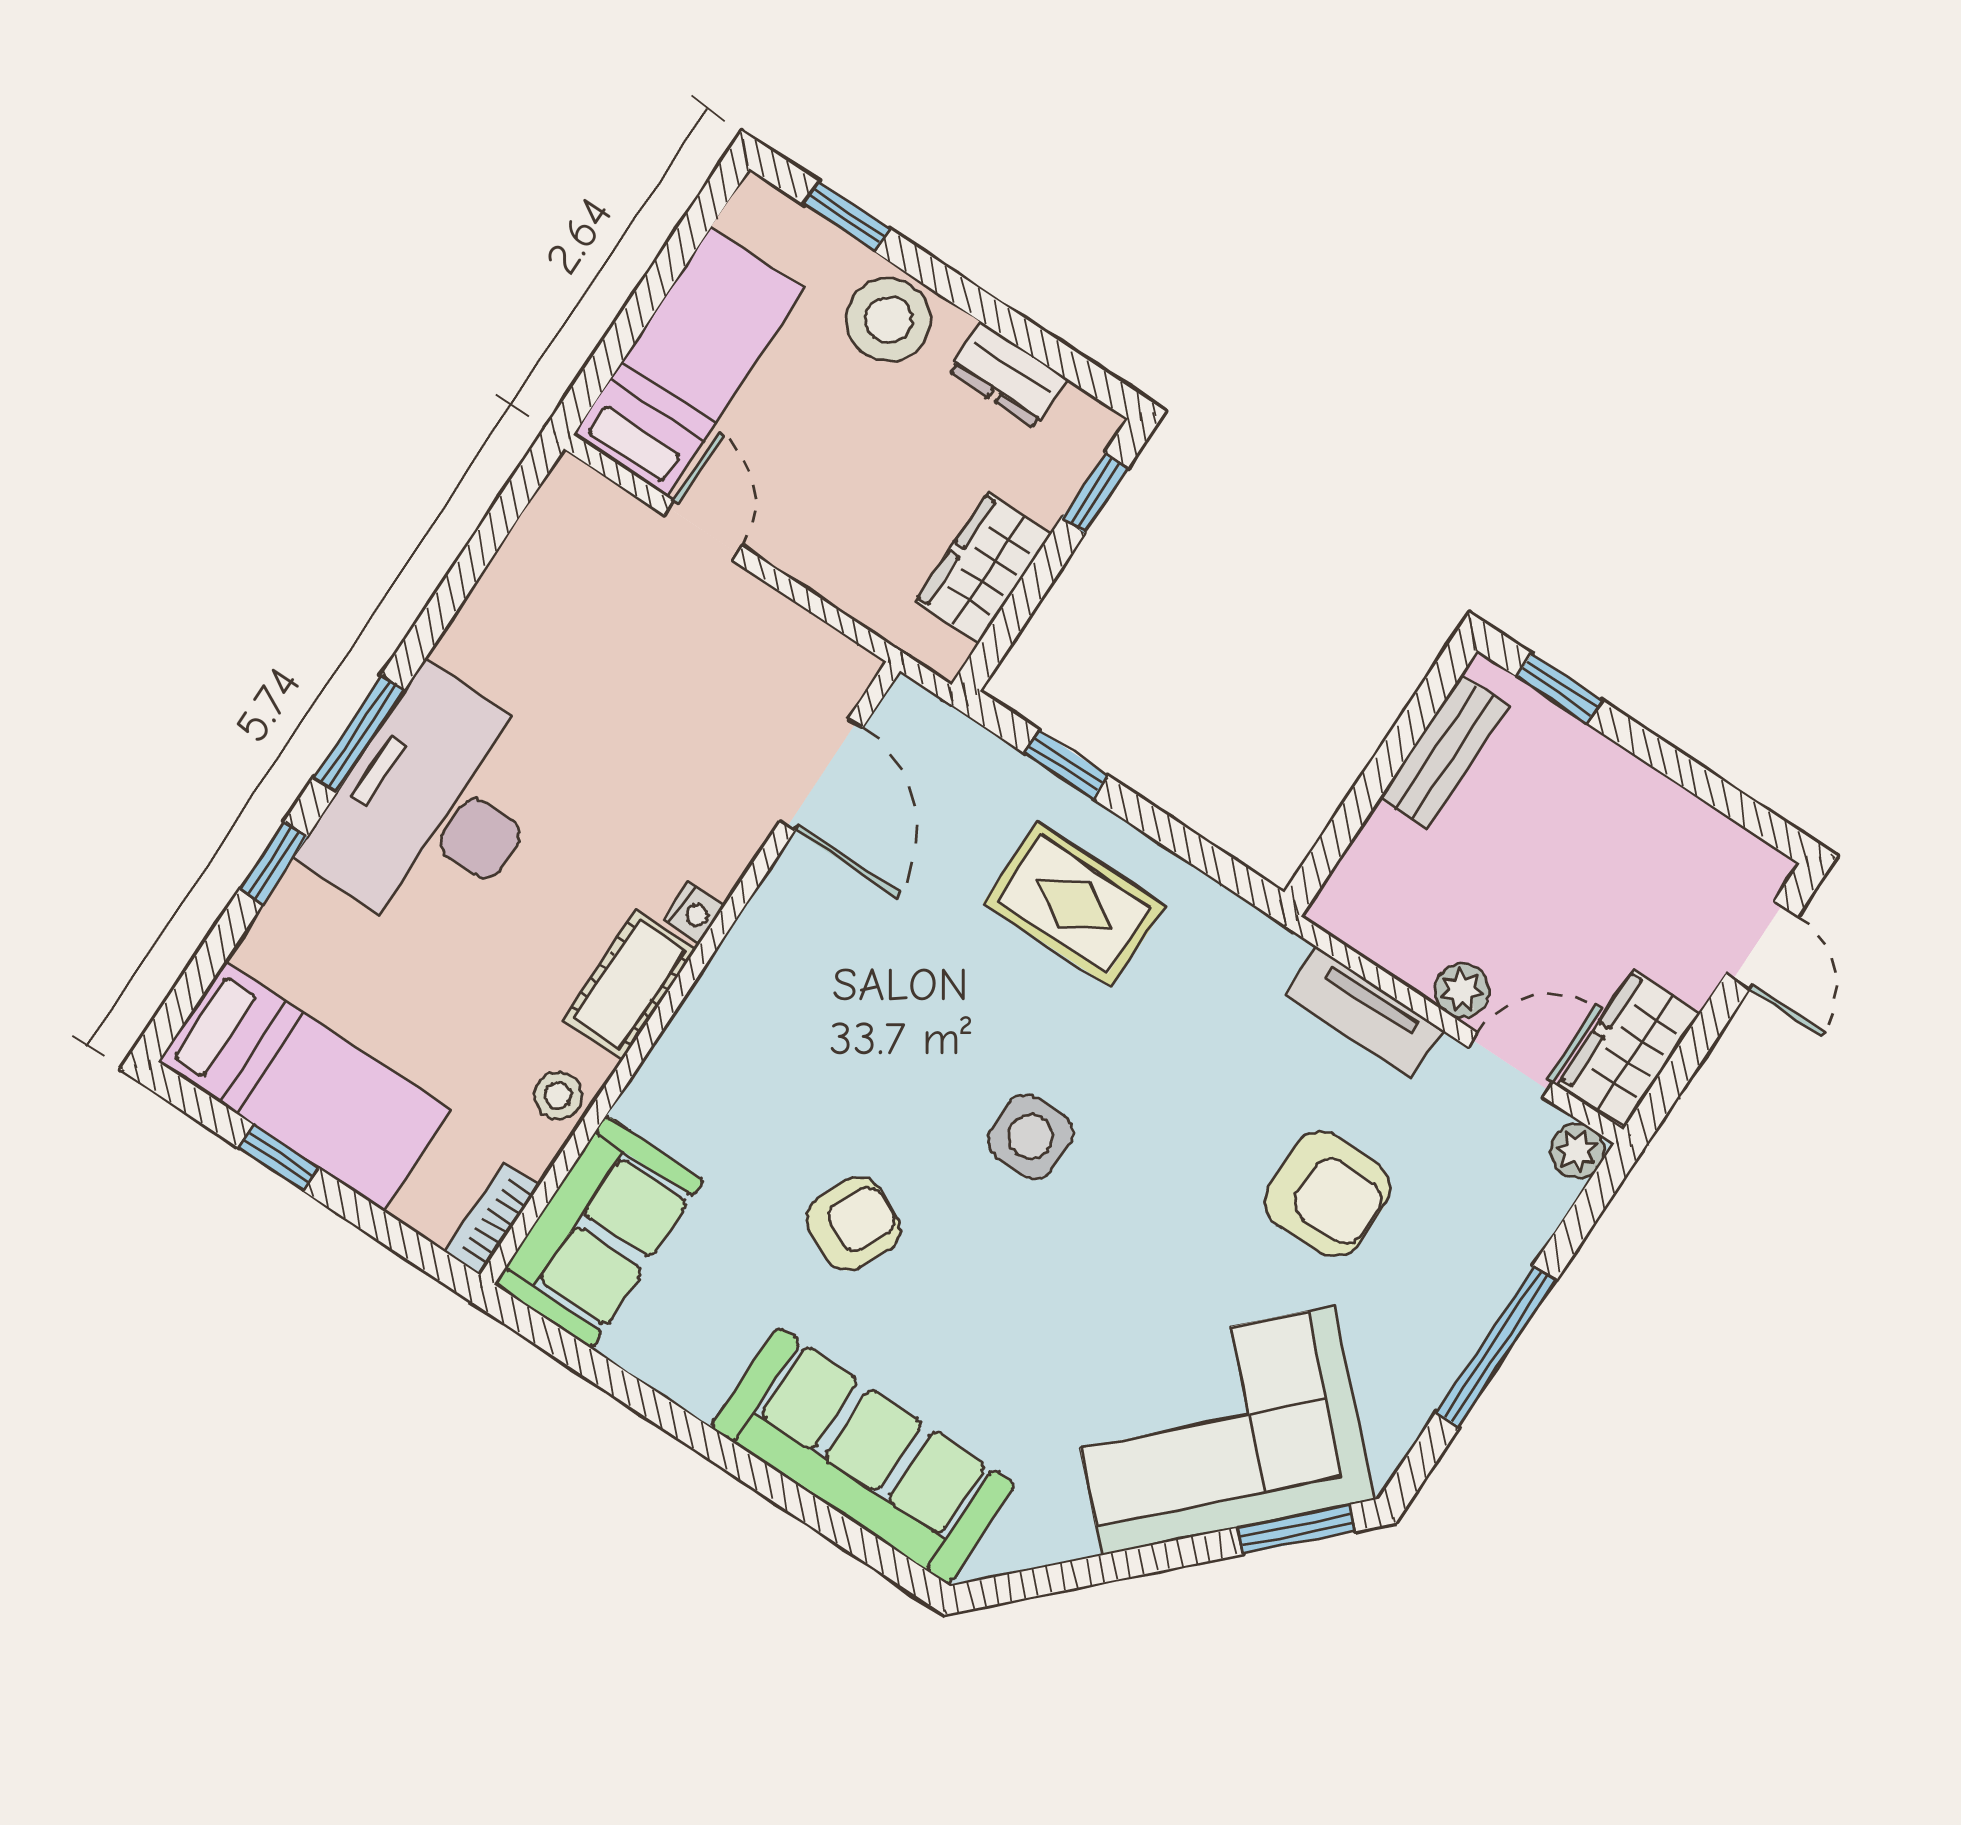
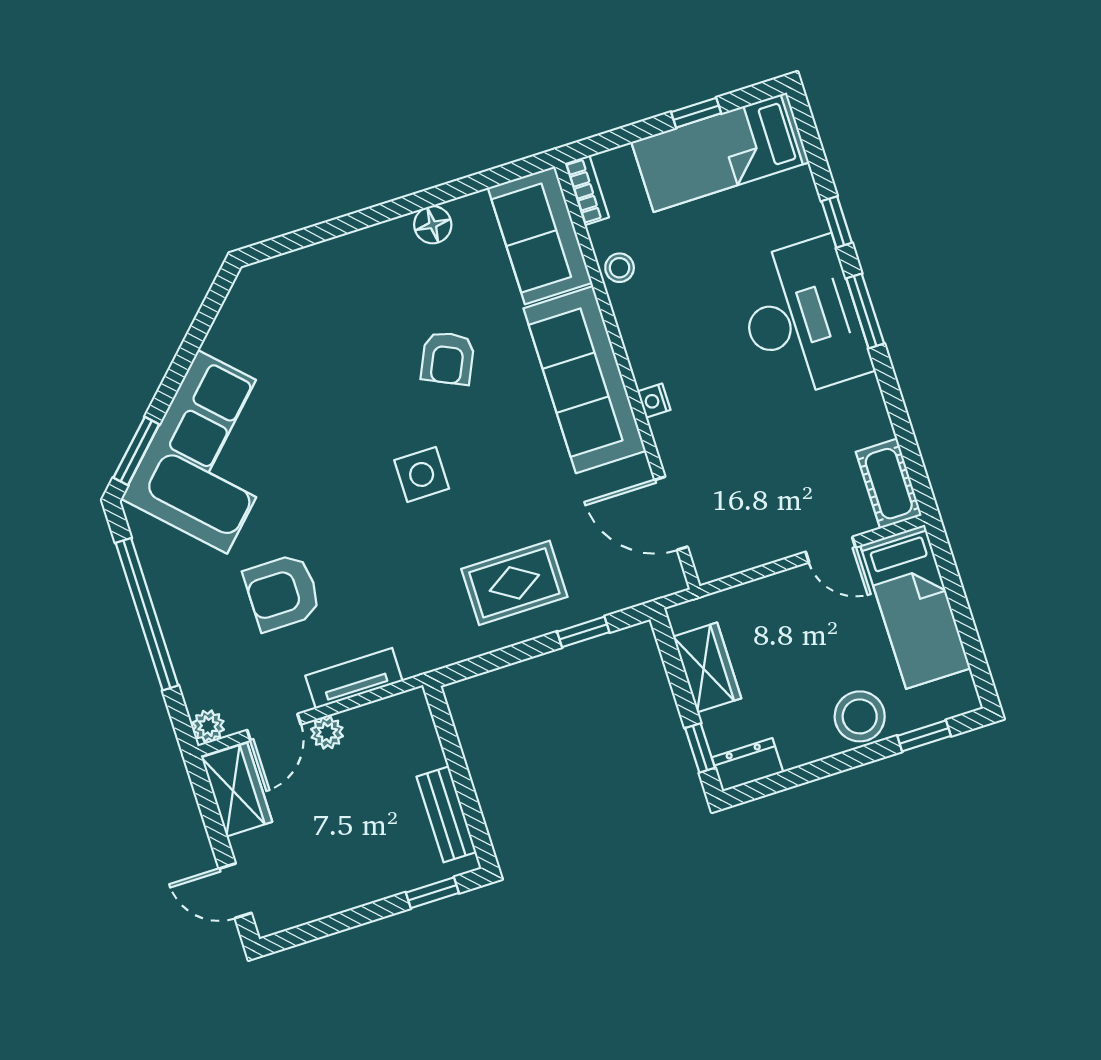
dresser: (1008, 375) -> (747, 765), moved
cot: (629, 985) -> (889, 484), moved
window: (1496, 1346) -> (147, 614), width x1.46
floor lamp: (697, 1382) -> (433, 225), added
sofa: (863, 1456) -> (585, 380), moved, turned 90

